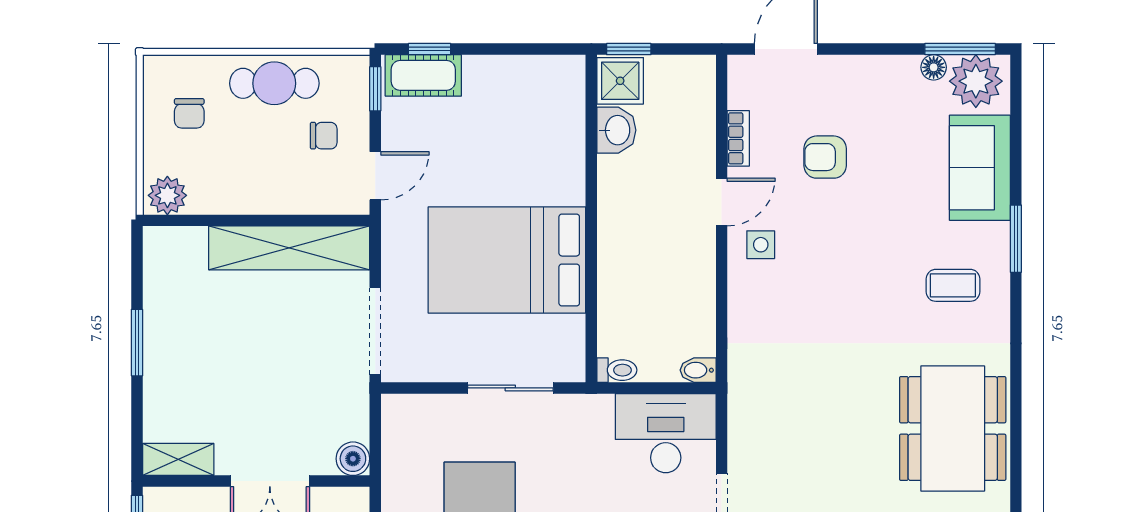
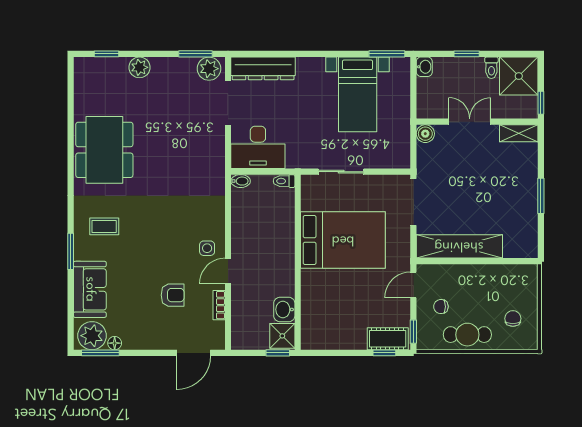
plant: (167, 195) -> (525, 275), removed

